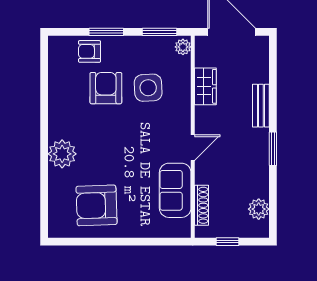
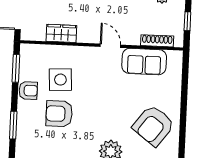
window: (106, 32) -> (13, 125), moved
plant: (183, 47) -> (29, 50), removed
armchair: (89, 51) -> (28, 91), moved, turned -90
armchair: (97, 205) -> (153, 126), turned 39

